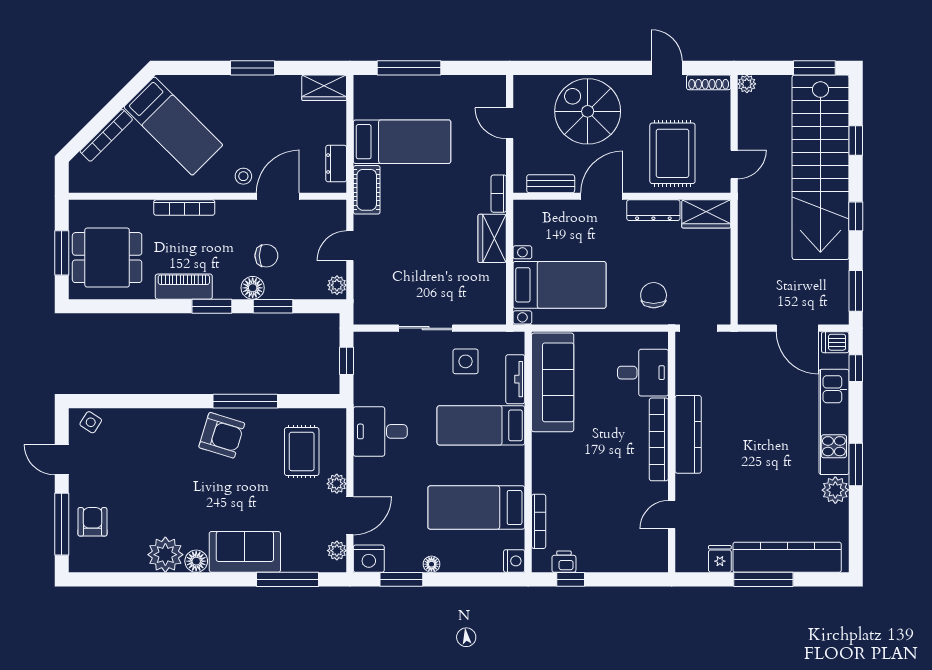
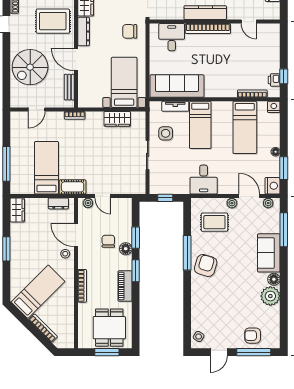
wardrobe: (492, 238) -> (117, 119), moved
plant: (337, 285) -> (88, 203), moved

